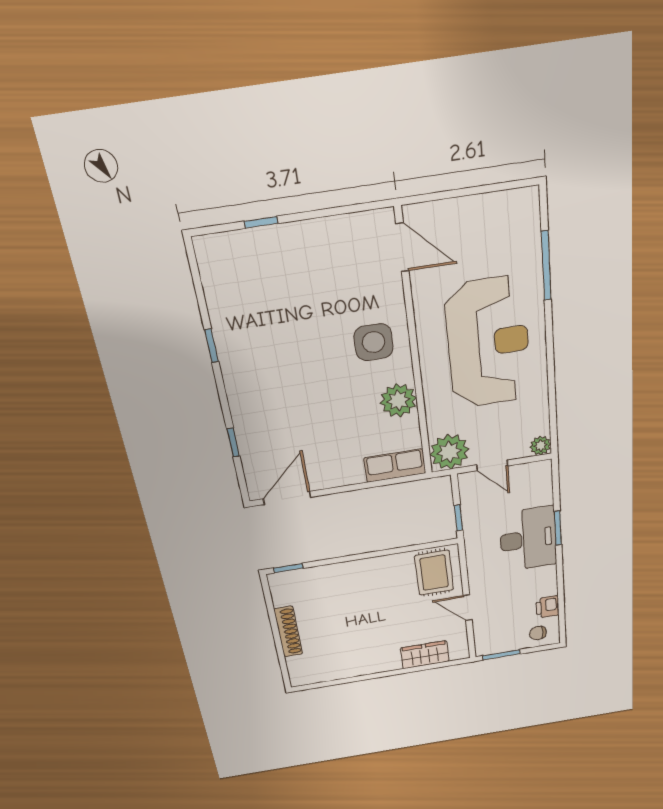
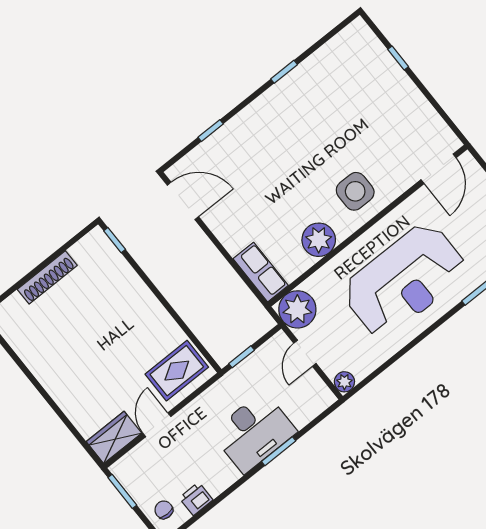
wardrobe: (425, 655) -> (114, 437), moved, turned -90

